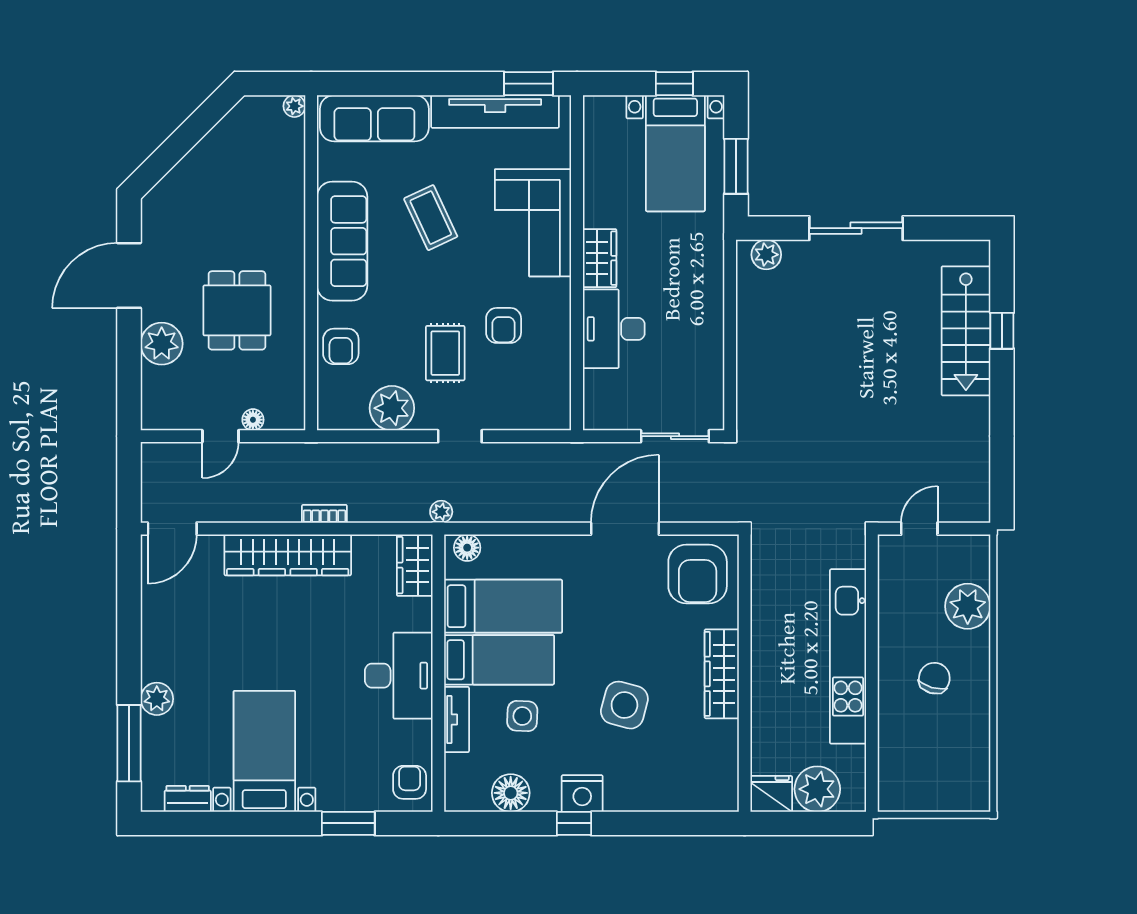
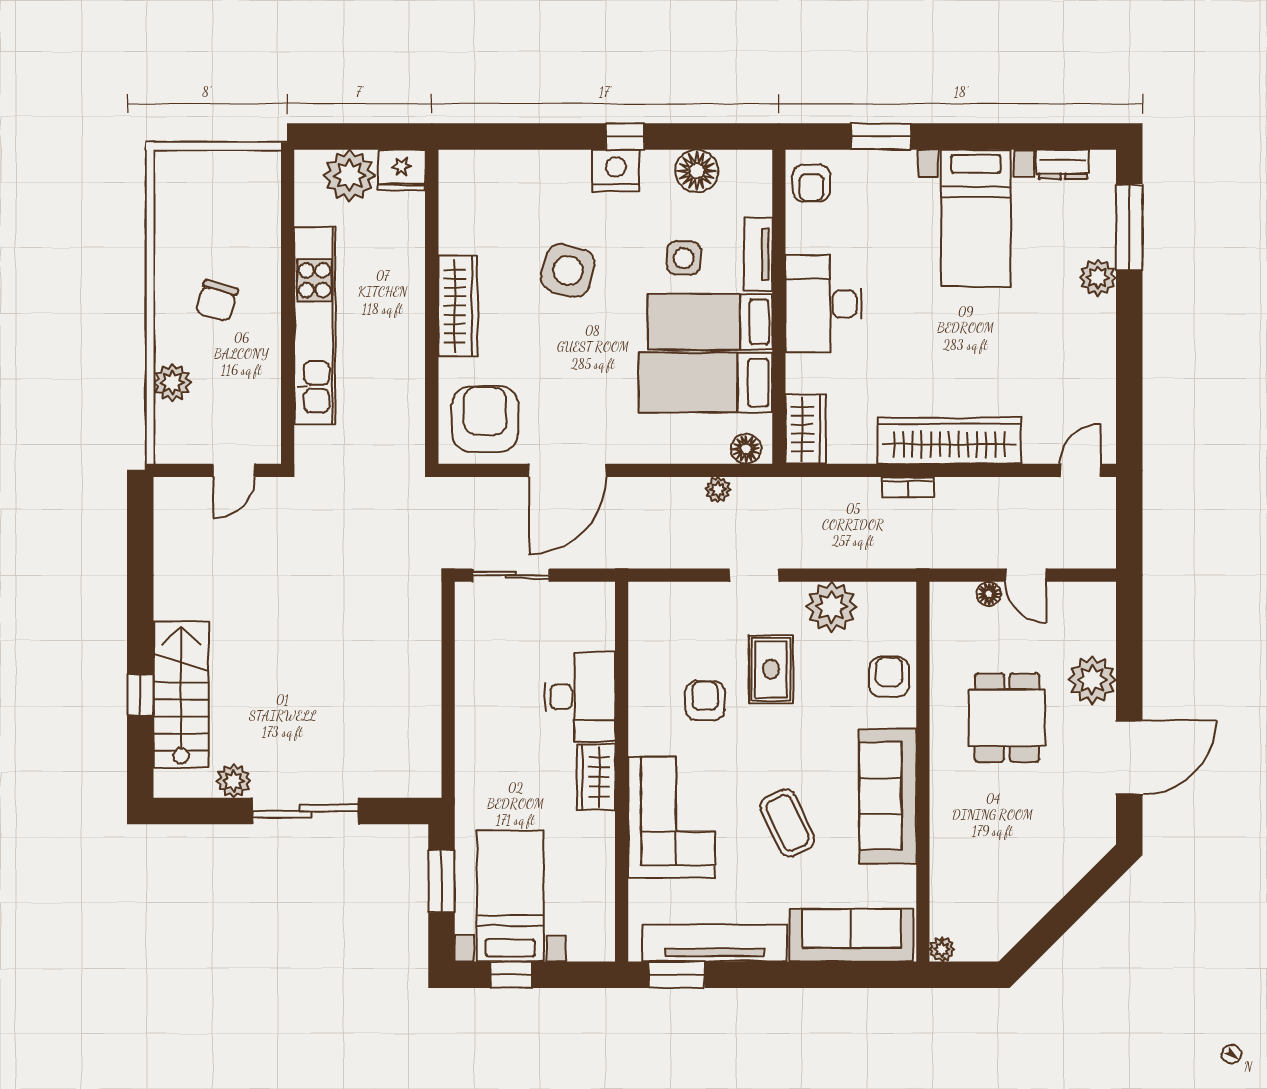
plant: (766, 255) -> (234, 781), moved
door: (220, 436) -> (1026, 575), swing flipped
plant: (441, 512) -> (718, 490), moved
door: (172, 529) -> (1080, 470), width x0.73
plant: (968, 606) -> (172, 382), width x0.73, depth x0.73

